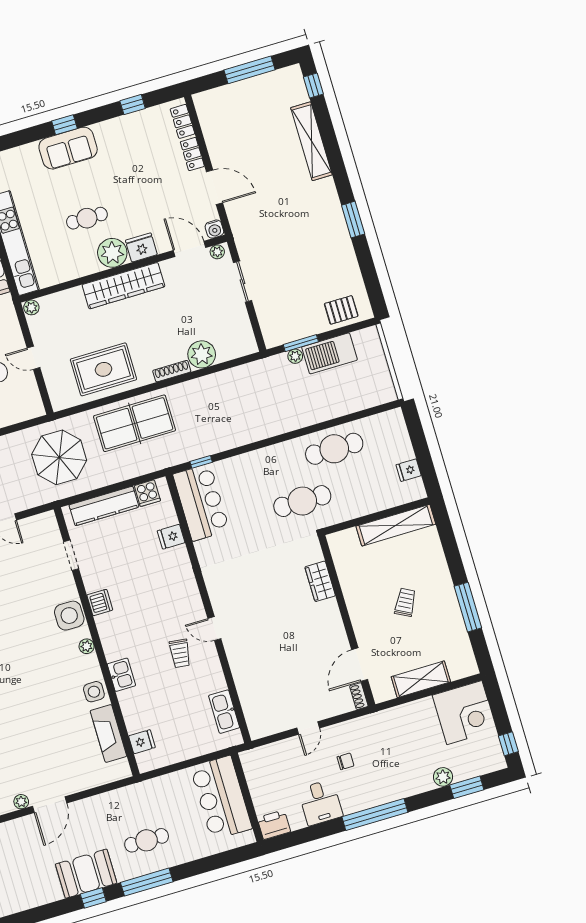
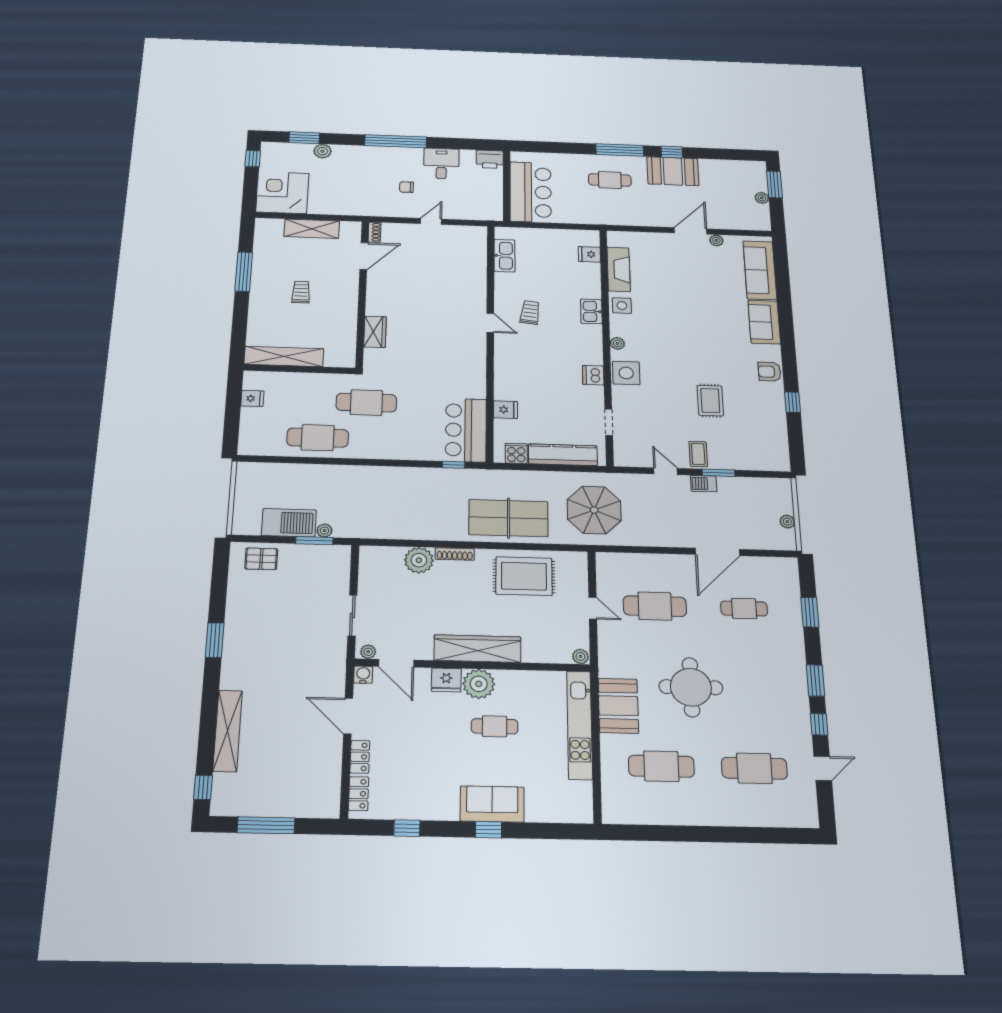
trolley: (405, 602) -> (301, 292), turned 152

